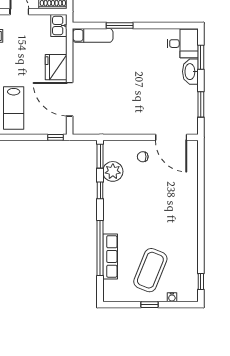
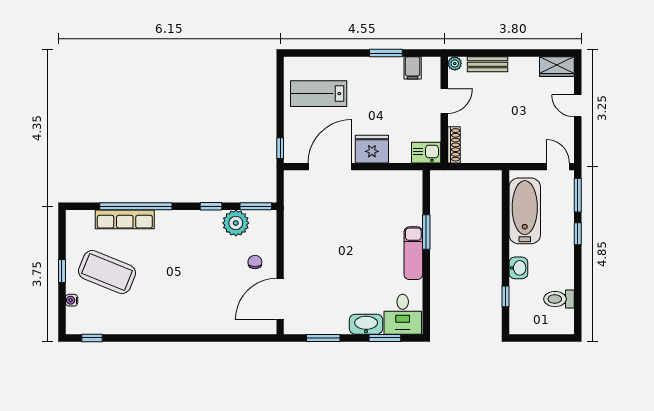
exam couch: (93, 35) -> (413, 253), moved

